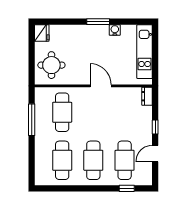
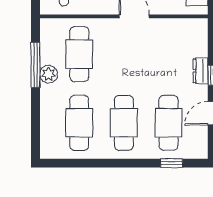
dresser: (147, 96) -> (201, 71), moved
plant: (41, 126) -> (49, 74), added

